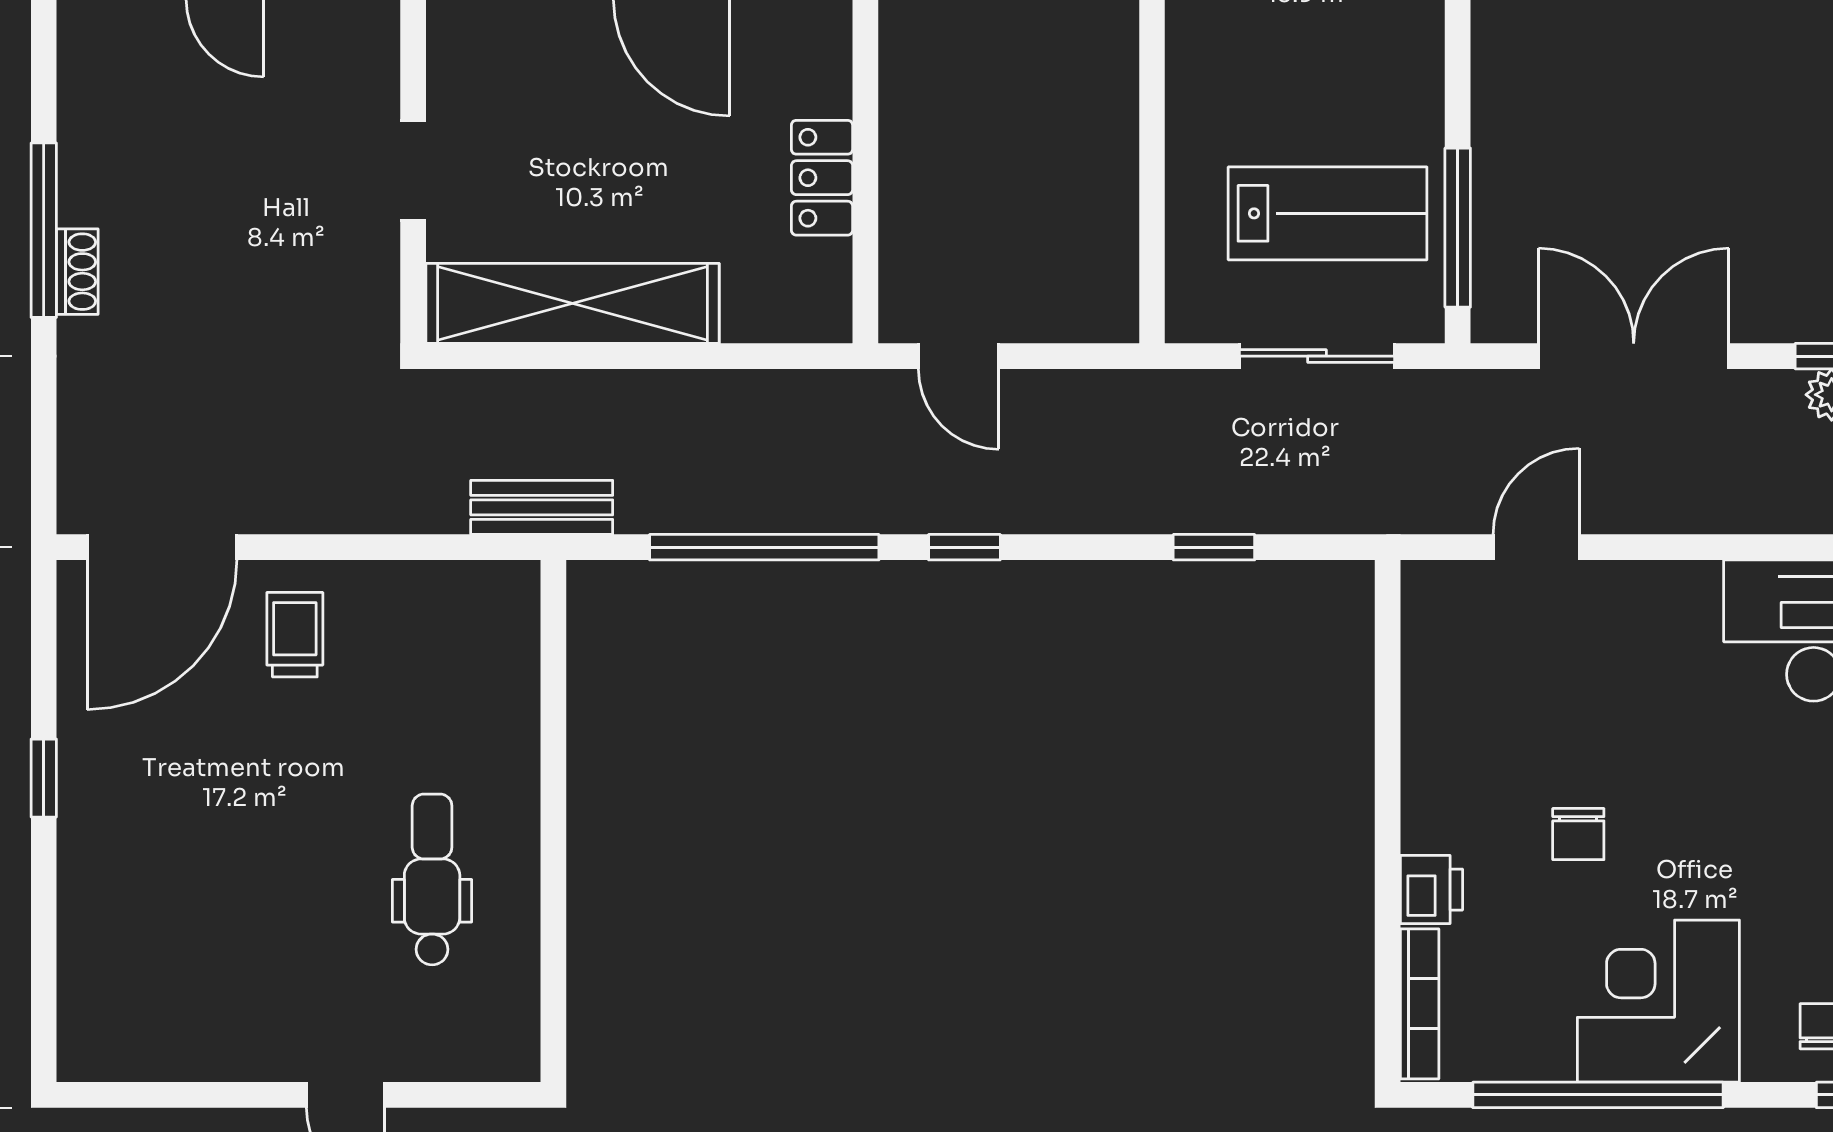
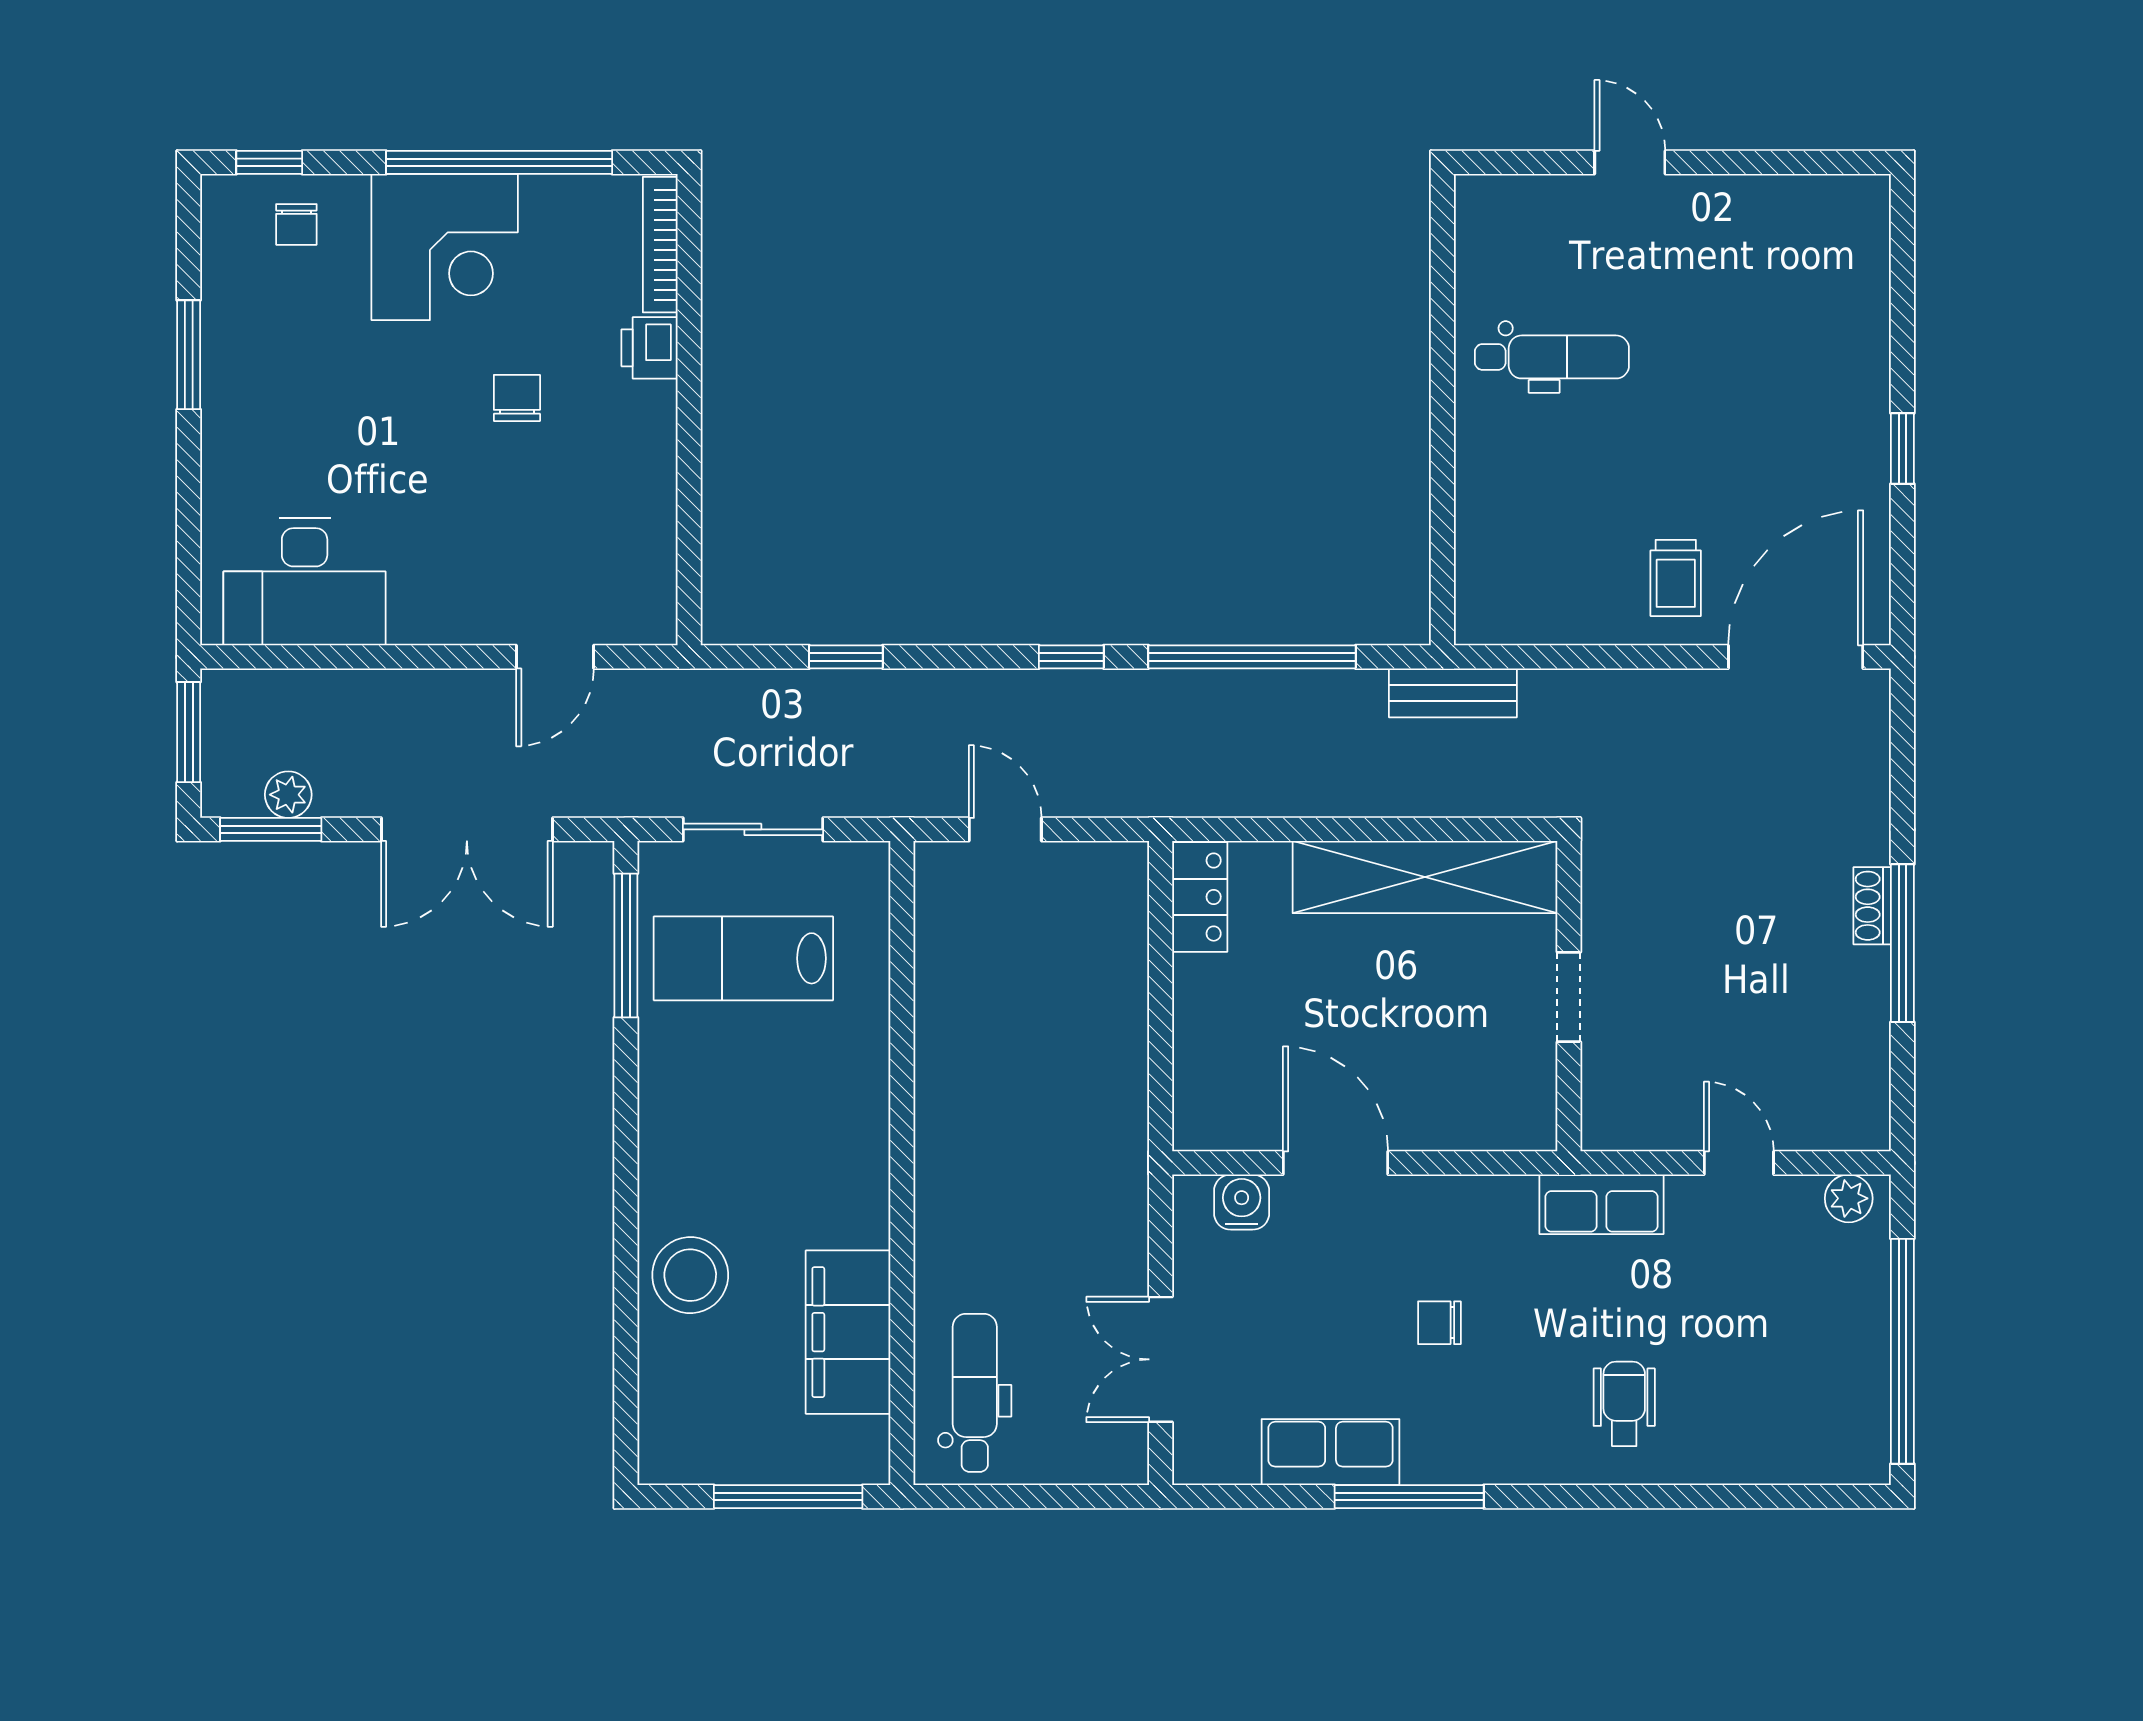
locker: (822, 178) -> (1200, 897), moved
door: (959, 356) -> (1005, 829), moved
dental chair: (432, 879) -> (1552, 357), turned -90

